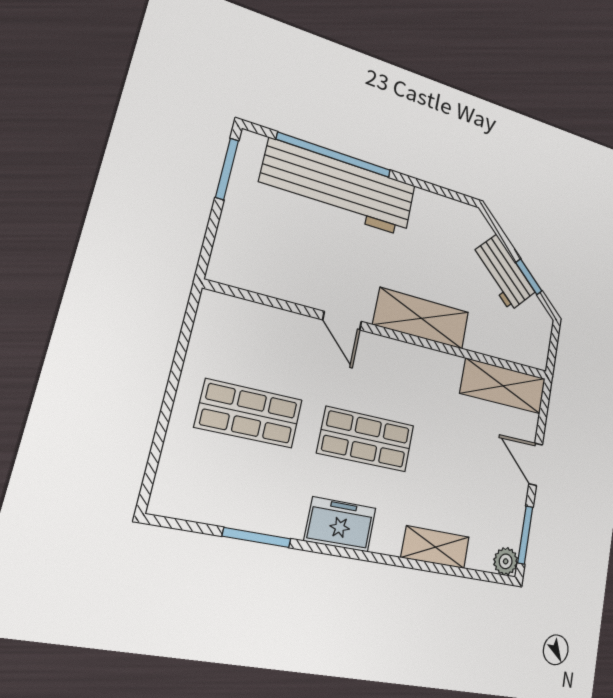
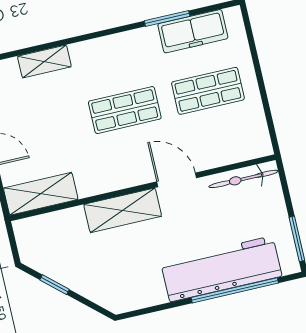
workbench: (503, 273) -> (76, 277), removed
bicycle: (258, 278) -> (244, 179), added
door: (342, 321) -> (177, 180), width x1.38
freezer: (340, 524) -> (193, 31), moved, width x1.40

